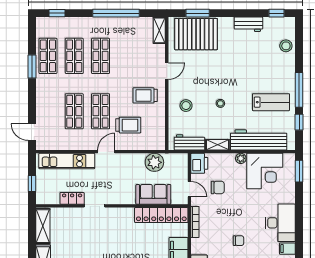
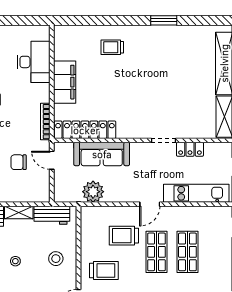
printer: (199, 163) -> (40, 191), removed
sofa: (153, 194) -> (102, 154), width x1.36

